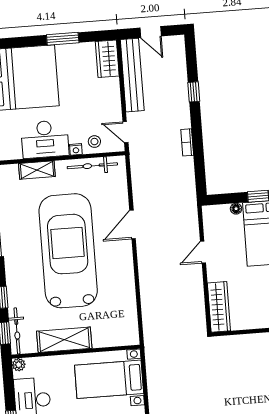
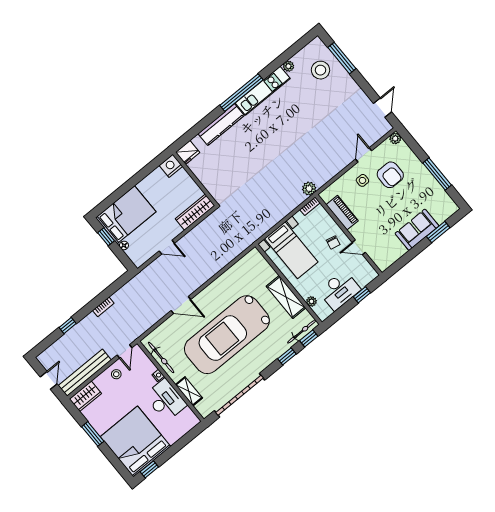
stool: (94, 142) -> (116, 374), moved
plant: (19, 365) -> (311, 301), moved

